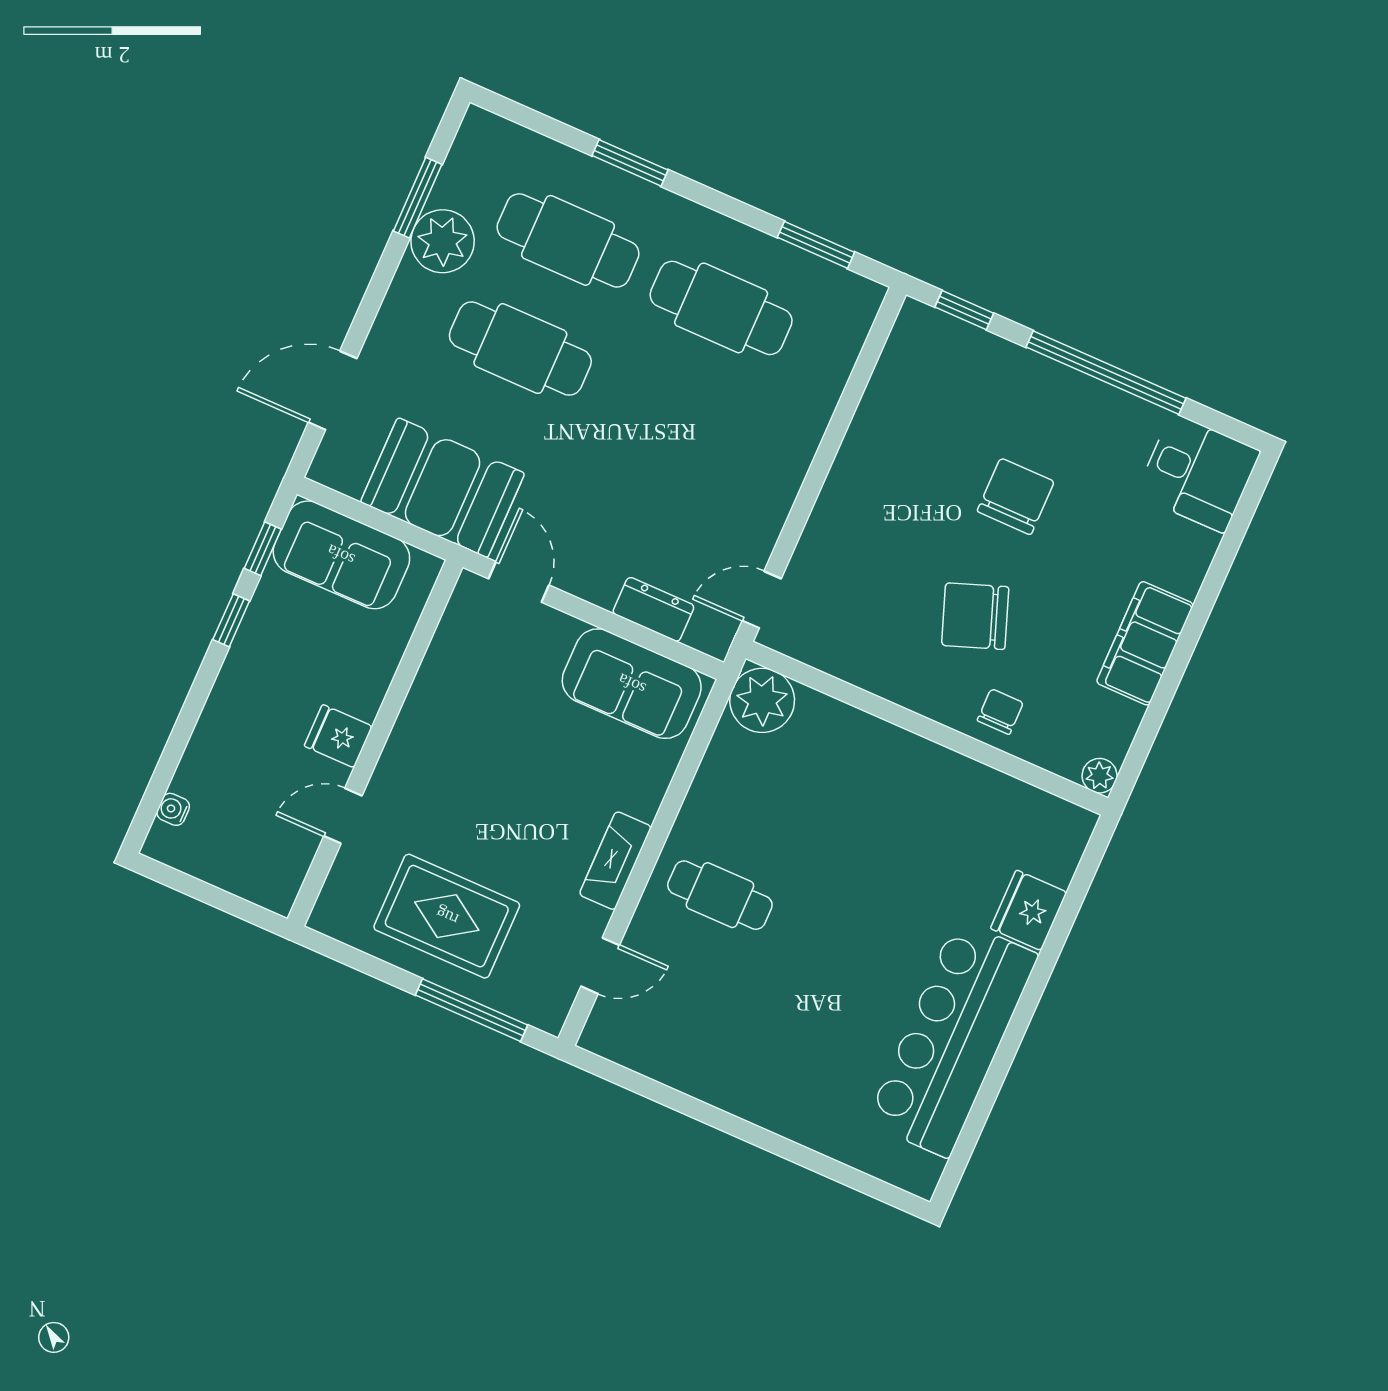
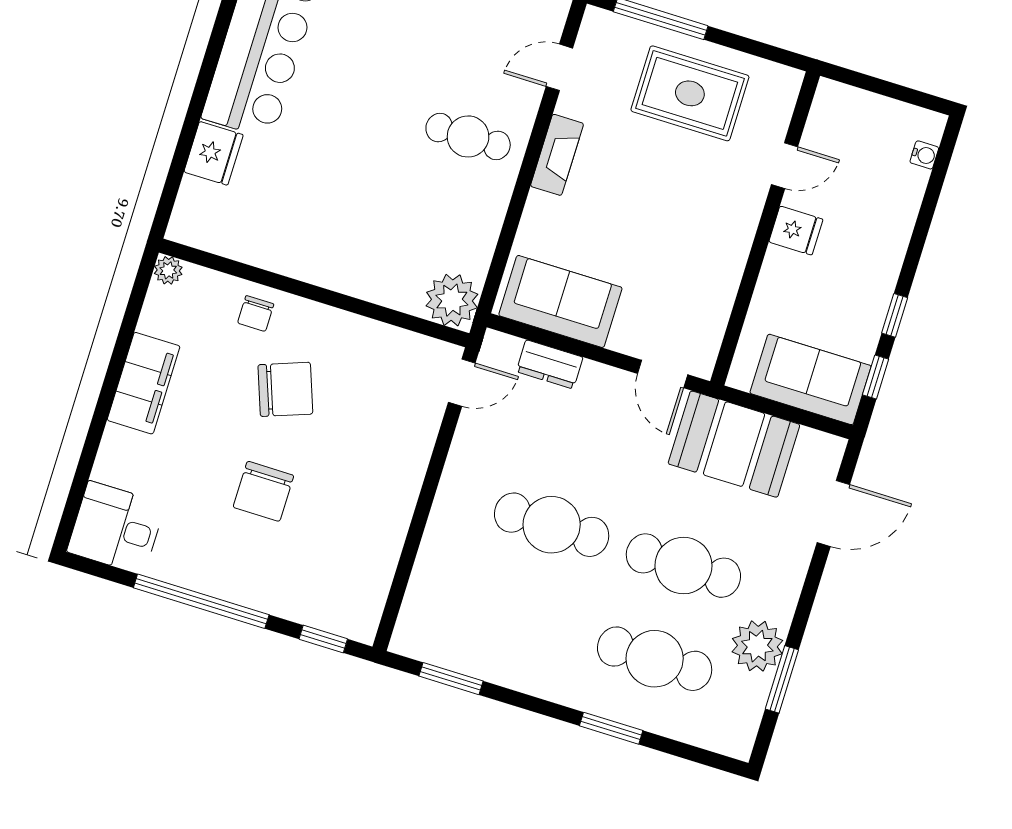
cafe table: (721, 308) -> (552, 525), moved

